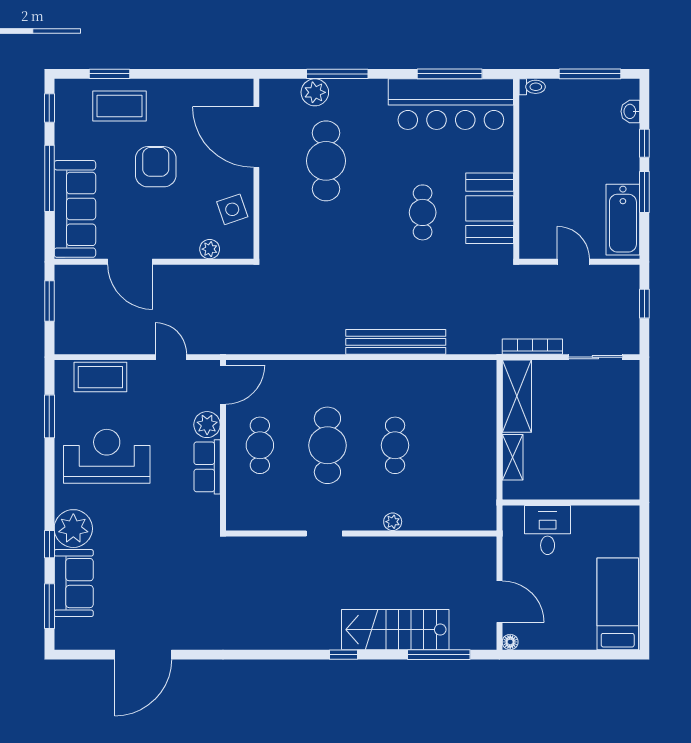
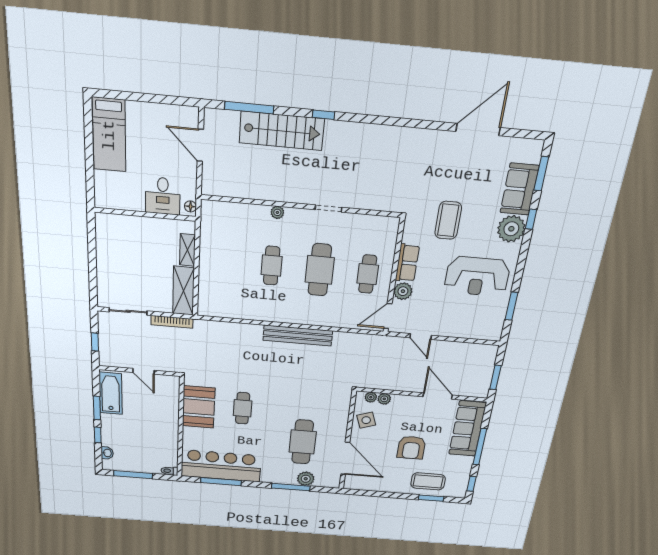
plant: (230, 250) -> (371, 397), added
bench: (396, 342) -> (298, 336), moved
coffee table: (100, 377) -> (448, 220), moved, turned 90
floor lamp: (510, 642) -> (190, 206), moved

